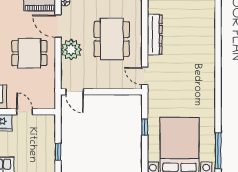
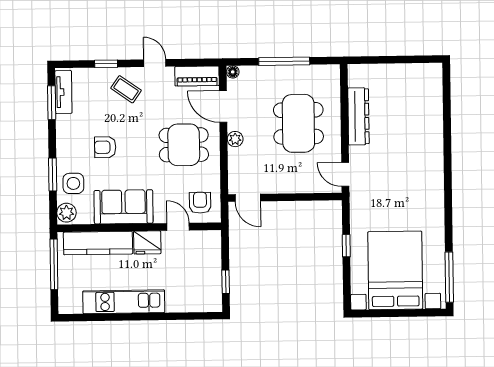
plant: (71, 50) -> (235, 139), width x0.53, depth x0.53
armchair: (40, 95) -> (200, 203), added

